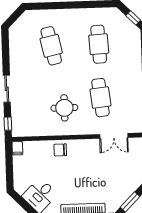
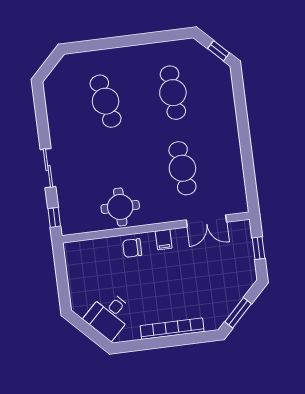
round table: (64, 108) -> (120, 207), moved
filing cabinet: (17, 148) -> (164, 240), moved

